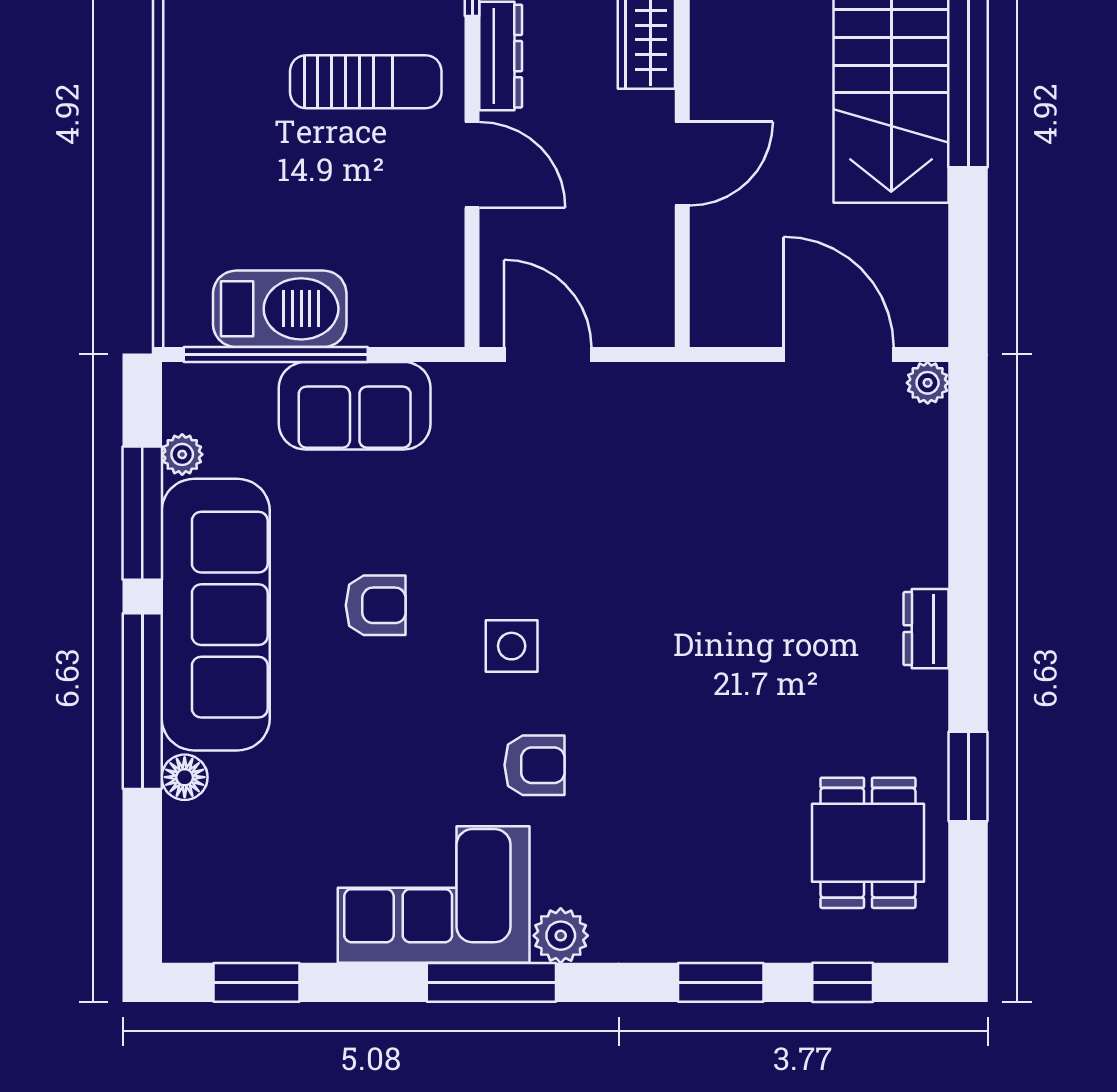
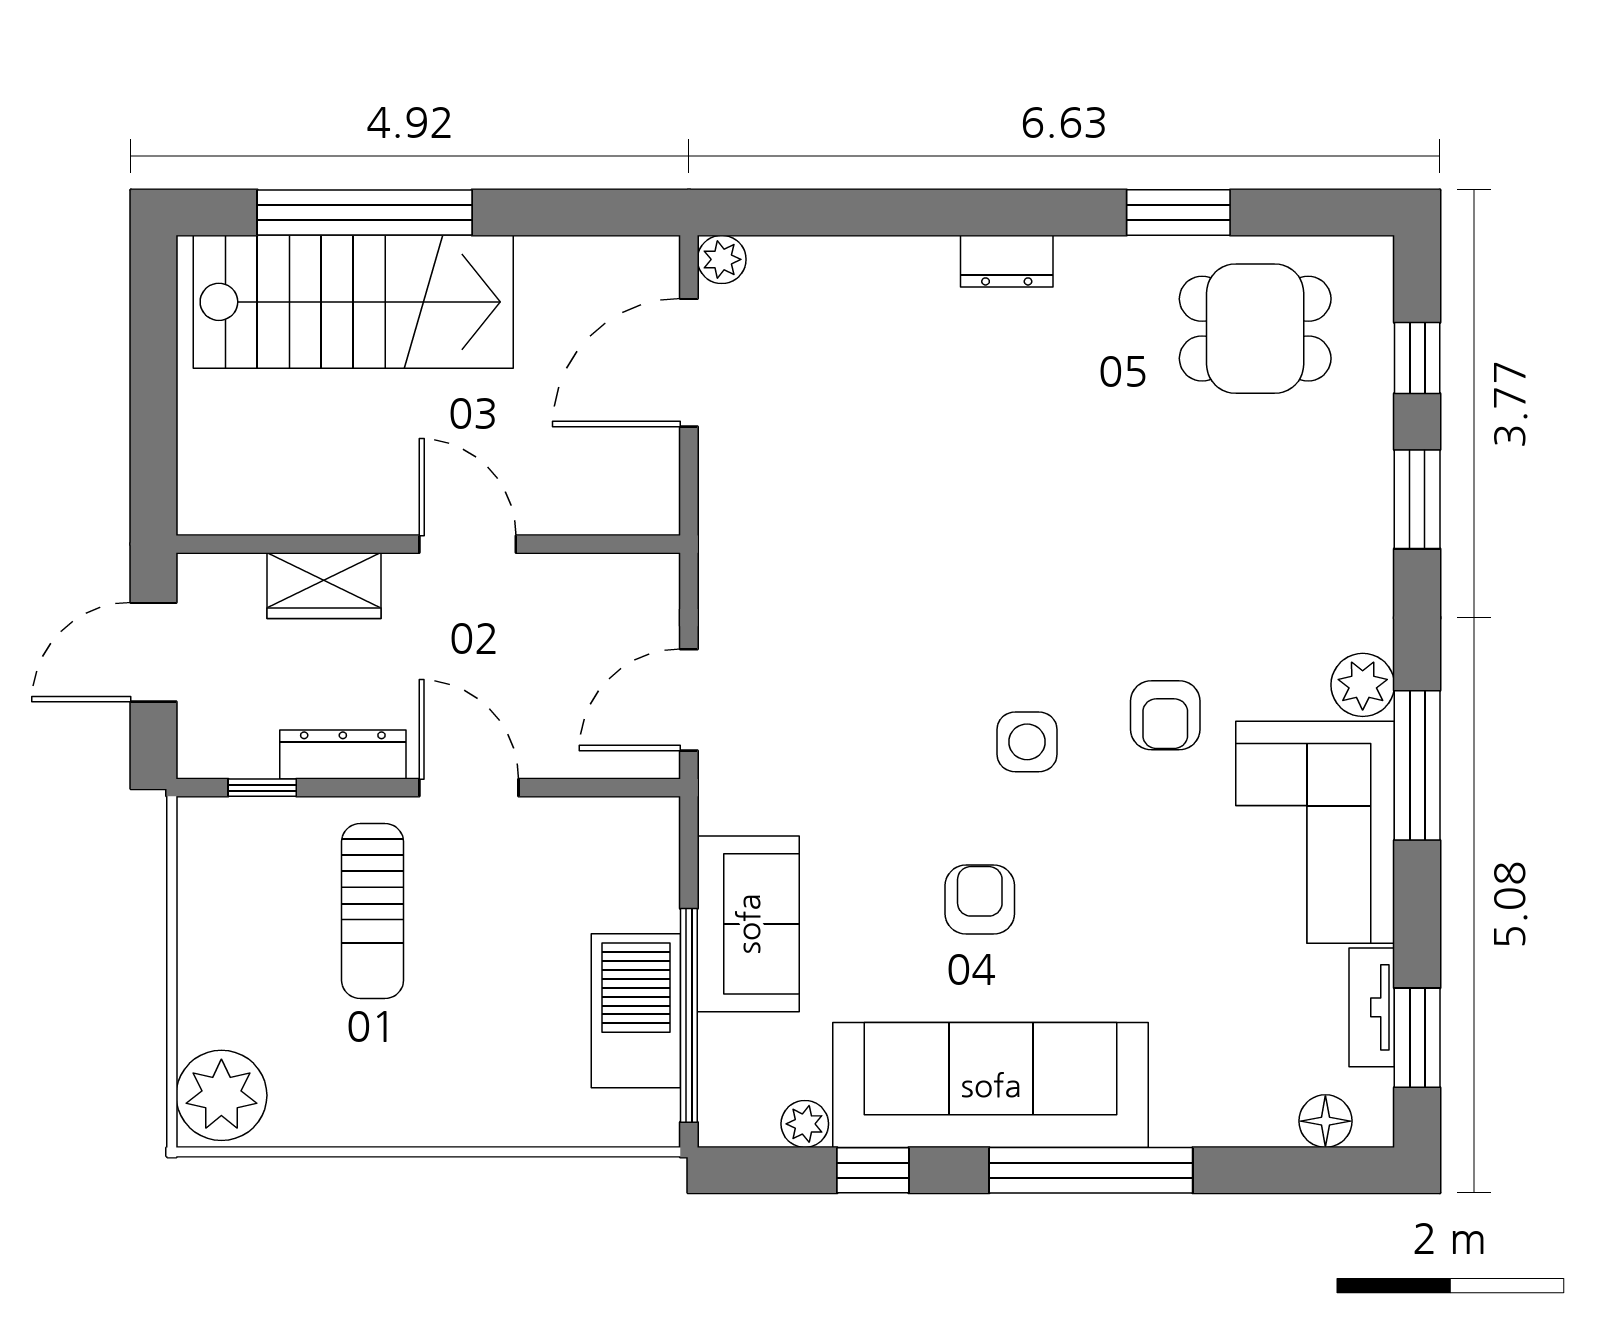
sun lounger: (366, 82) -> (373, 911), turned 180
door: (472, 165) -> (469, 788), hinge flipped
window: (142, 513) -> (873, 1170), width x0.46
armchair: (535, 765) -> (1165, 715), turned 180
floor lamp: (185, 777) -> (1325, 1121), moved
tv unit: (283, 943) -> (1372, 1007), added

